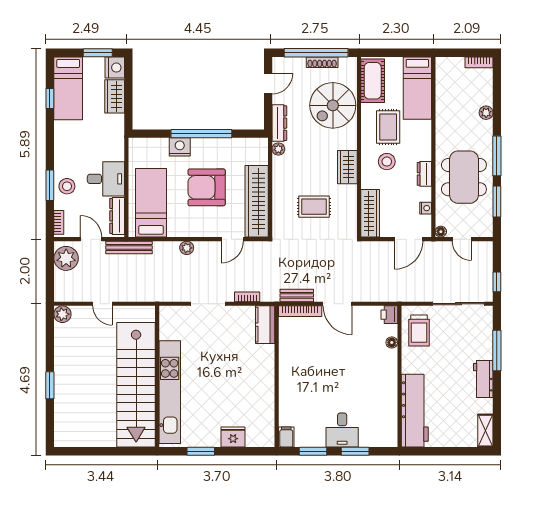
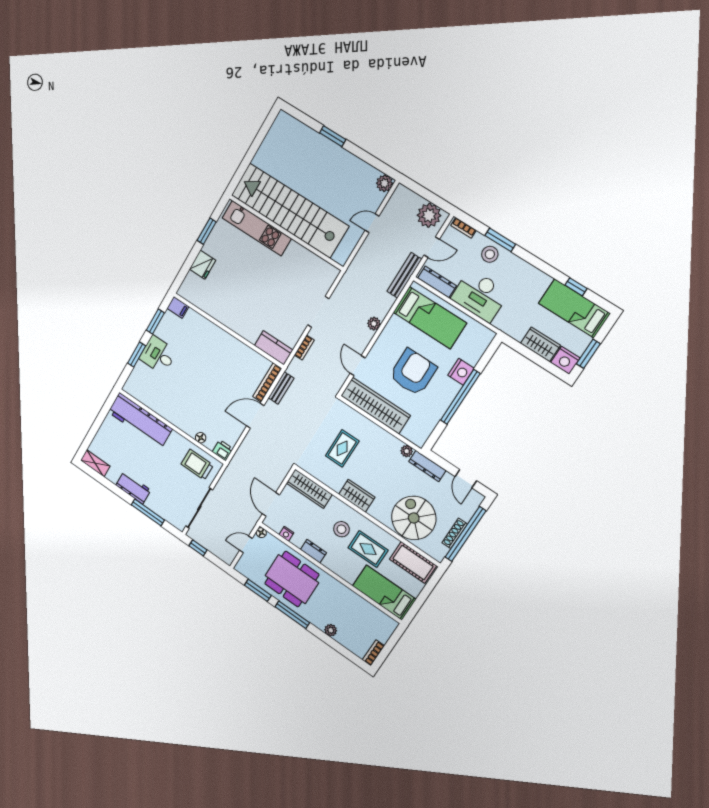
desk: (106, 179) -> (480, 295), width x1.37
kitchen unit: (170, 392) -> (257, 228), width x0.73

